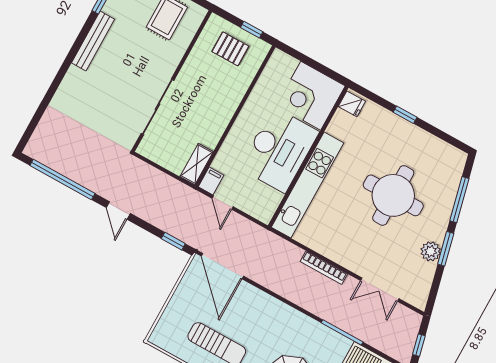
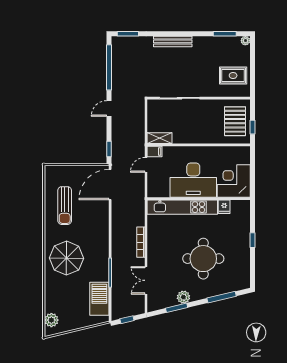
bench: (93, 41) -> (173, 41), moved
pallet: (230, 49) -> (235, 121), width x1.50, depth x1.42
fridge: (352, 104) -> (224, 207), moved
window: (31, 128) -> (128, 34), added
window: (446, 249) -> (177, 308), moved

